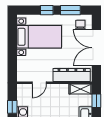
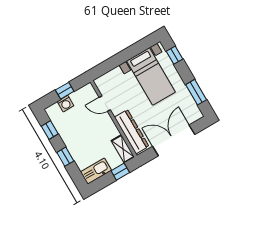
window: (47, 10) -> (174, 55), moved
chair: (80, 25) -> (187, 111), removed

